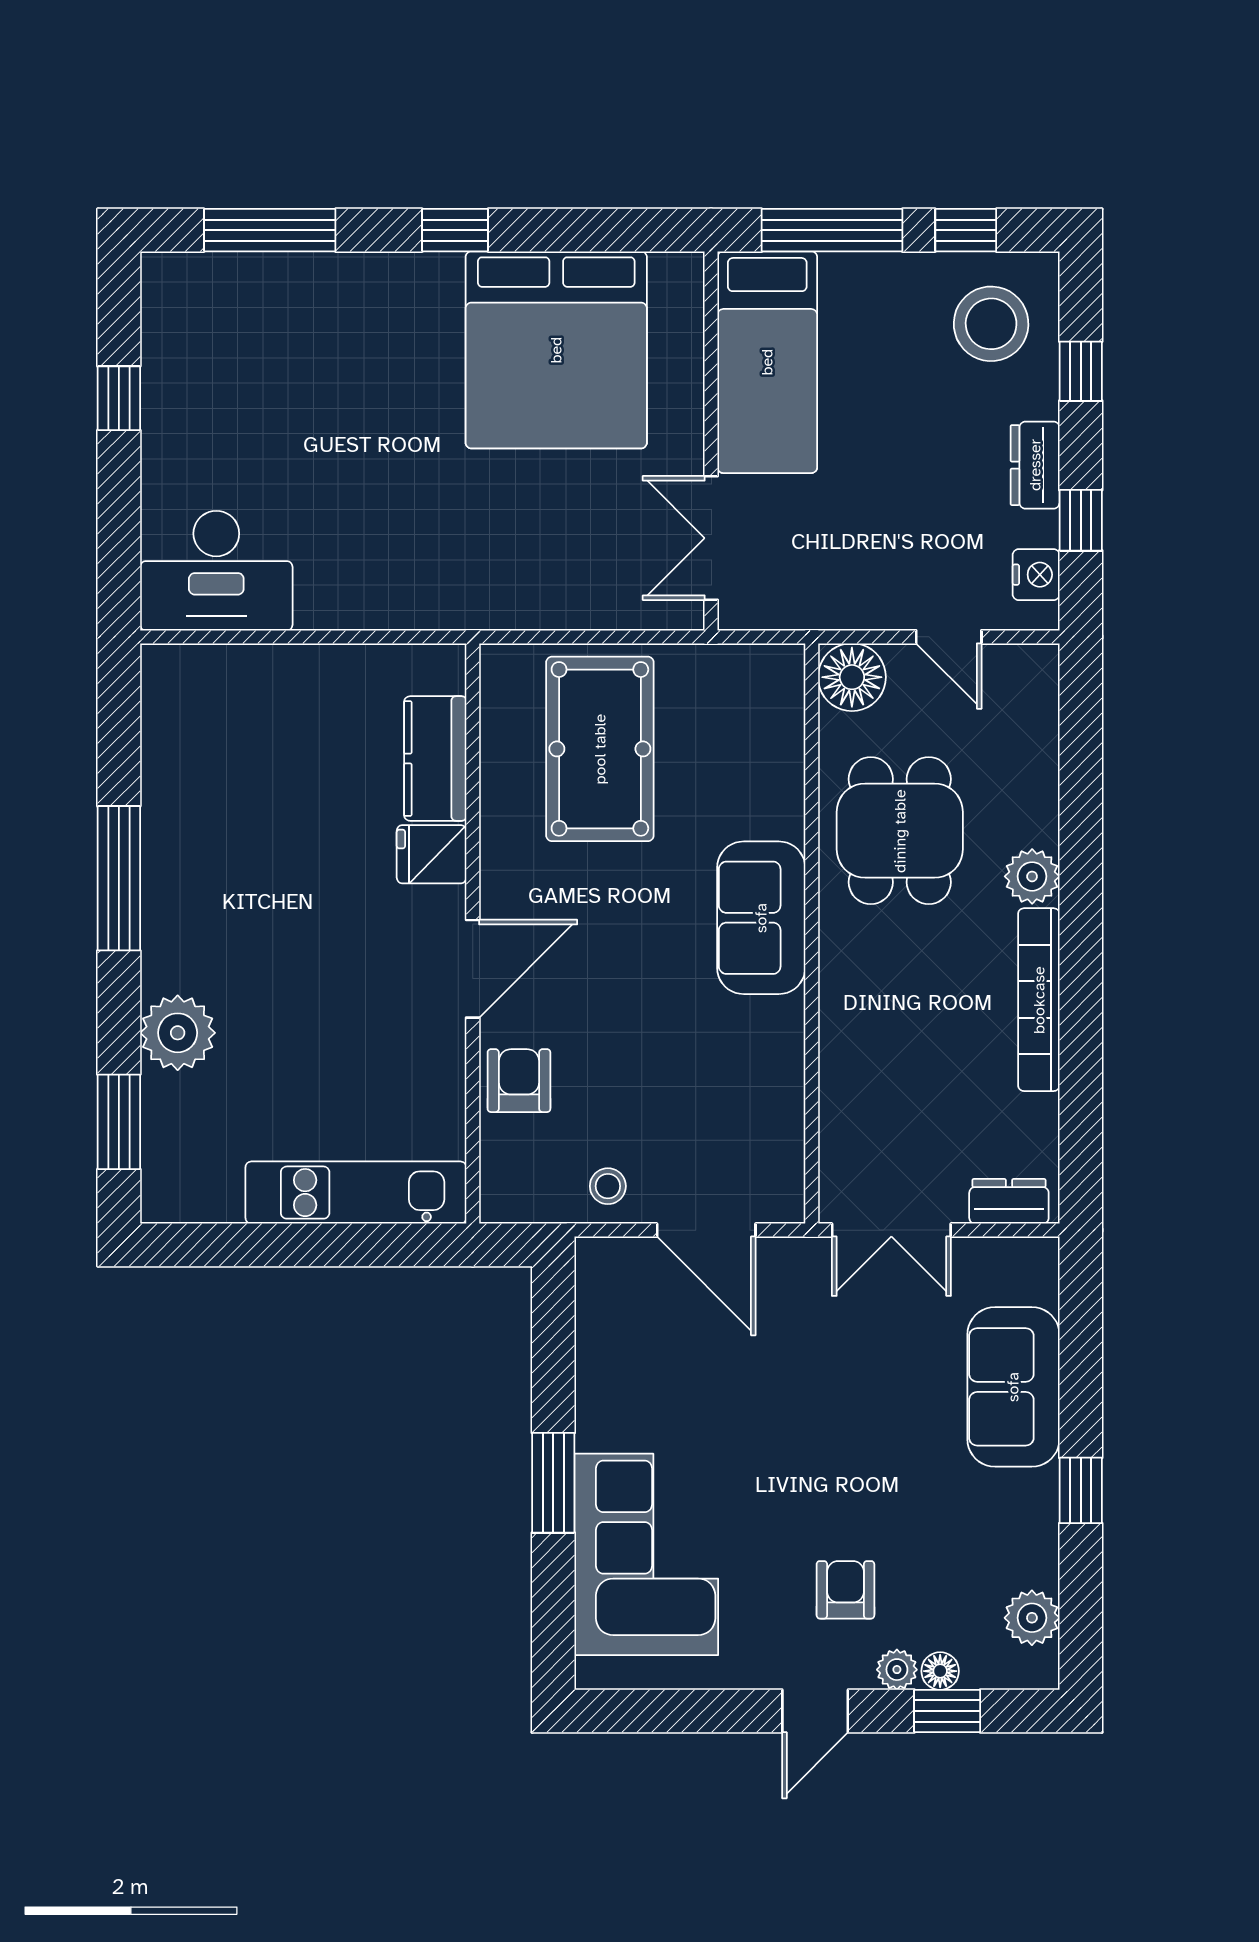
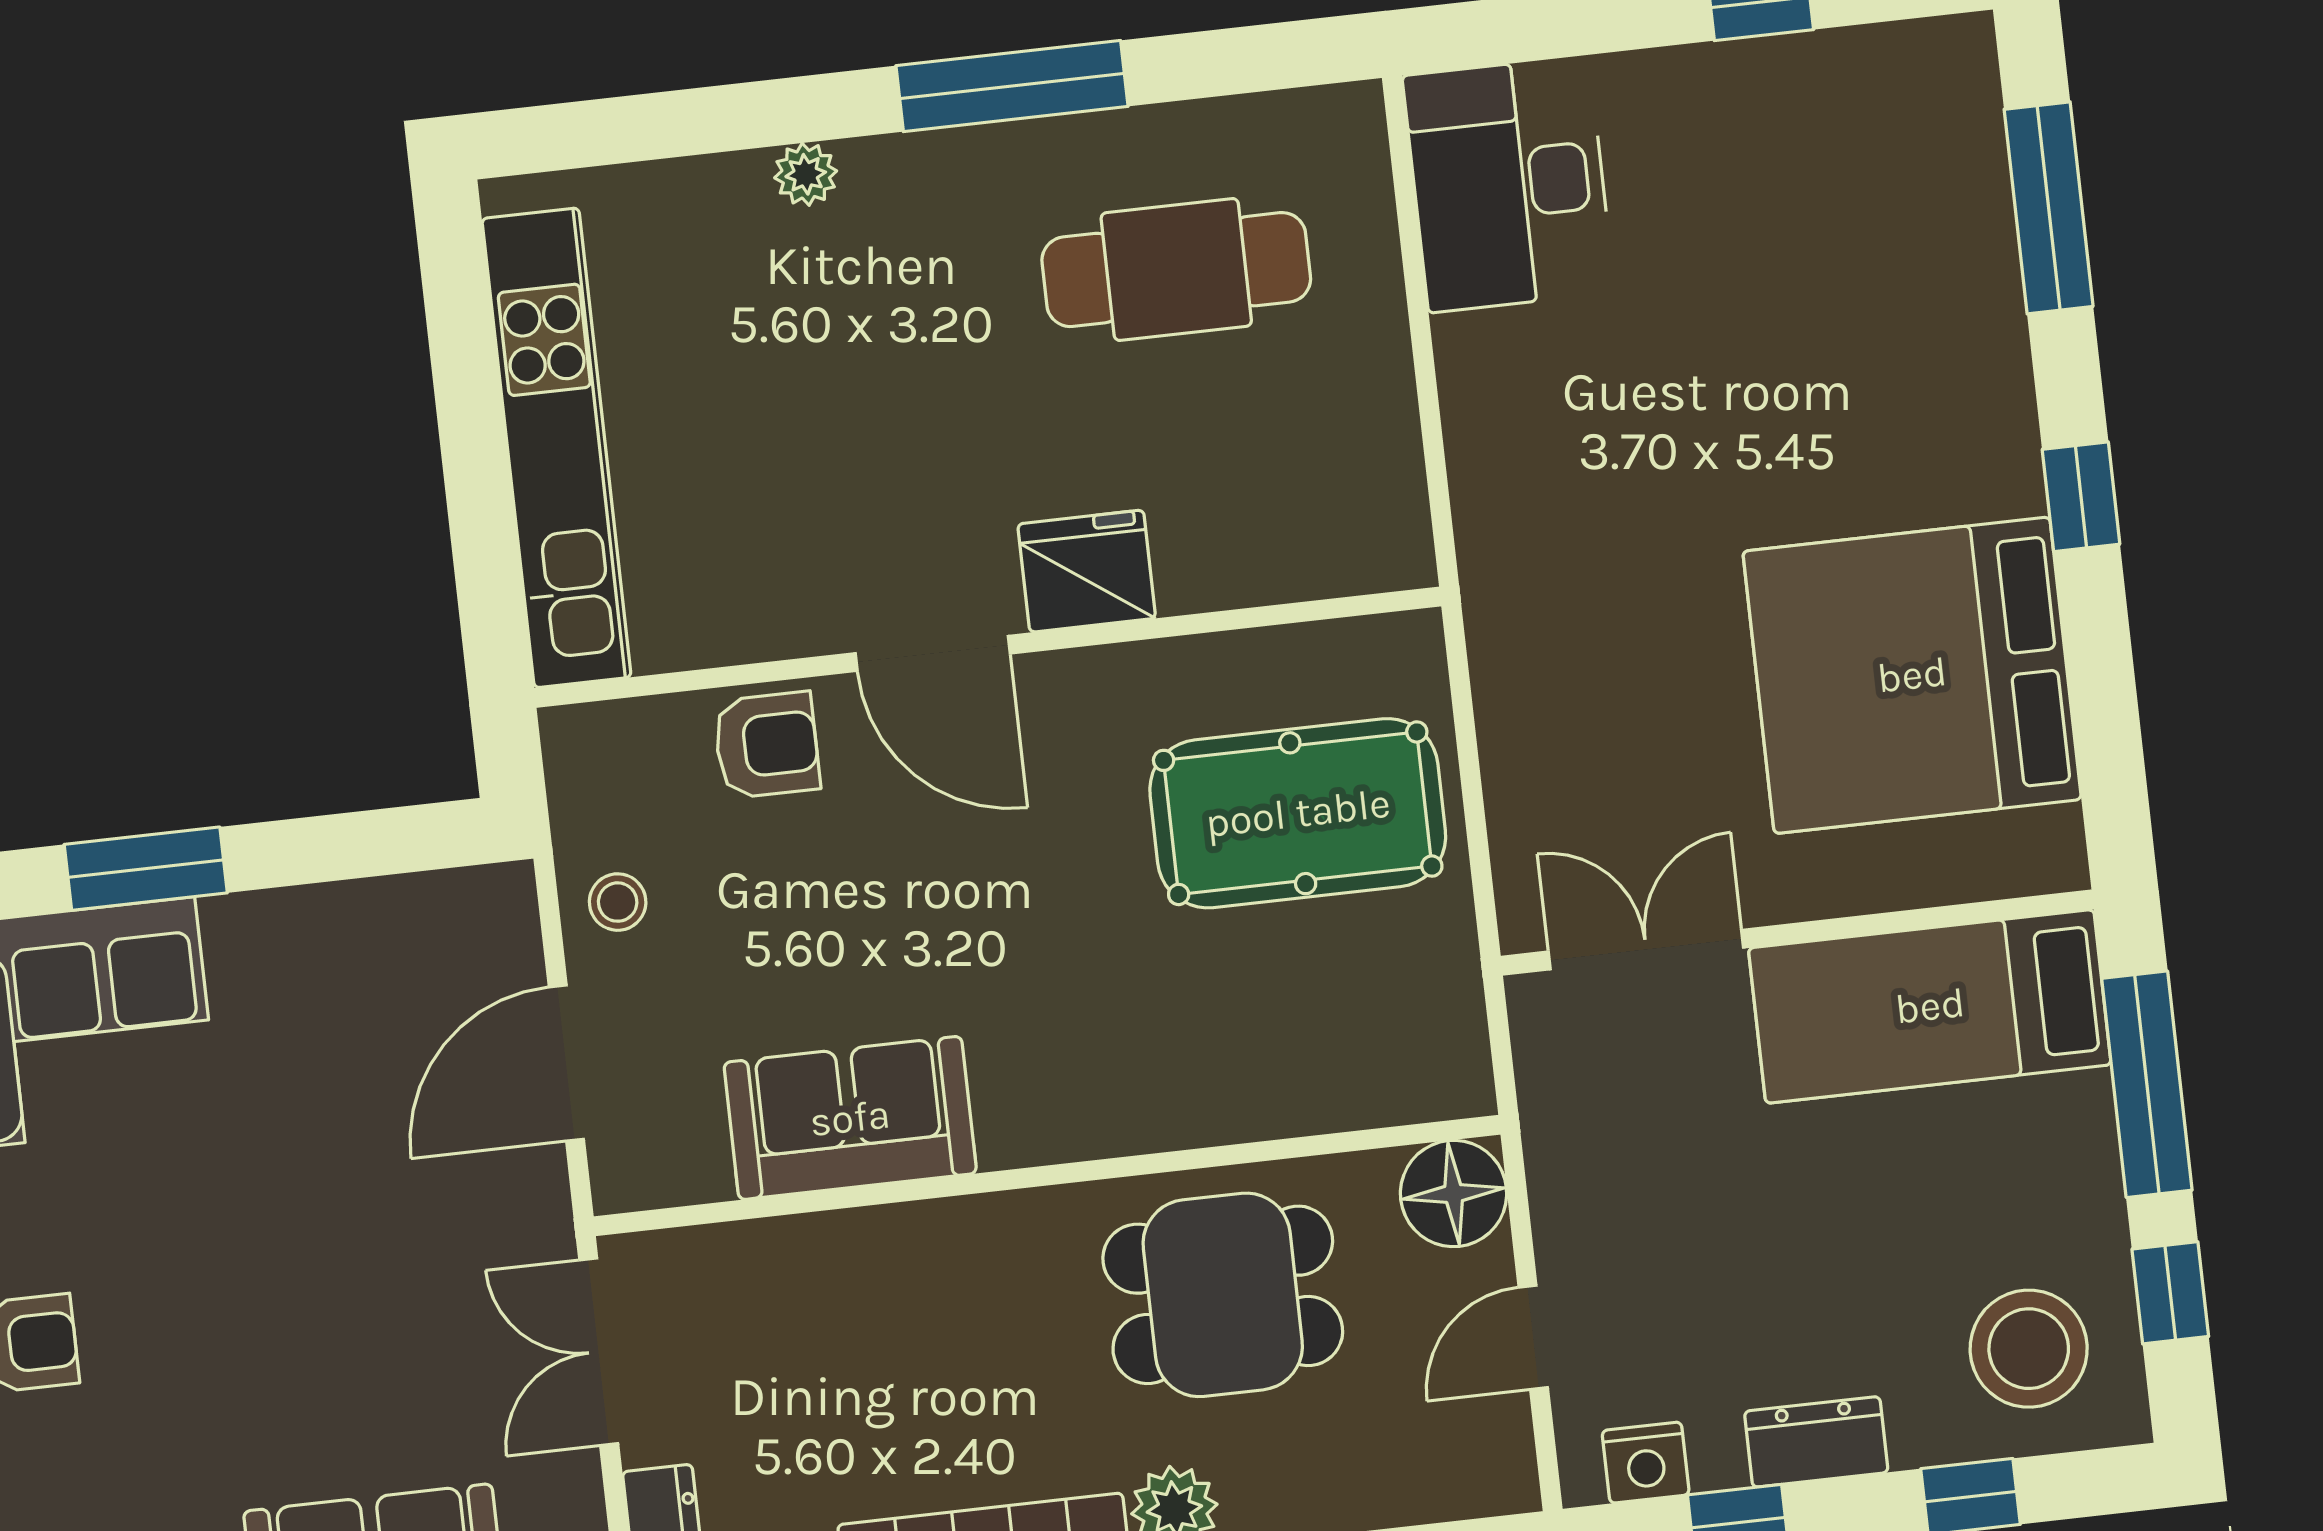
kitchen counter: (435, 759) -> (1254, 558), removed
cafe table: (247, 787) -> (1176, 270), added
fridge: (432, 854) -> (1087, 571), width x1.38
sofa: (761, 918) -> (850, 1118), moved
plant: (178, 1033) -> (806, 174), width x0.53, depth x0.53
window: (119, 1122) -> (632, 129), removed
kitchen unit: (356, 1193) -> (556, 448), width x1.36

